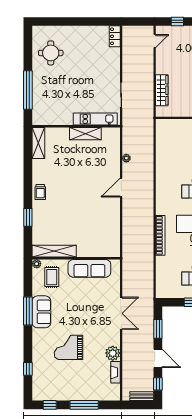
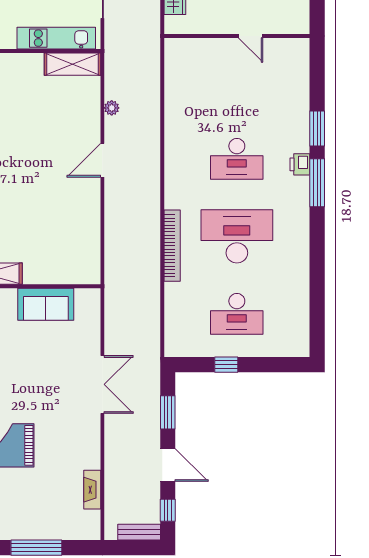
shelving: (85, 134) -> (72, 64), moved
sofa: (89, 268) -> (46, 304), width x0.73
plant: (113, 353) -> (87, 456), removed

